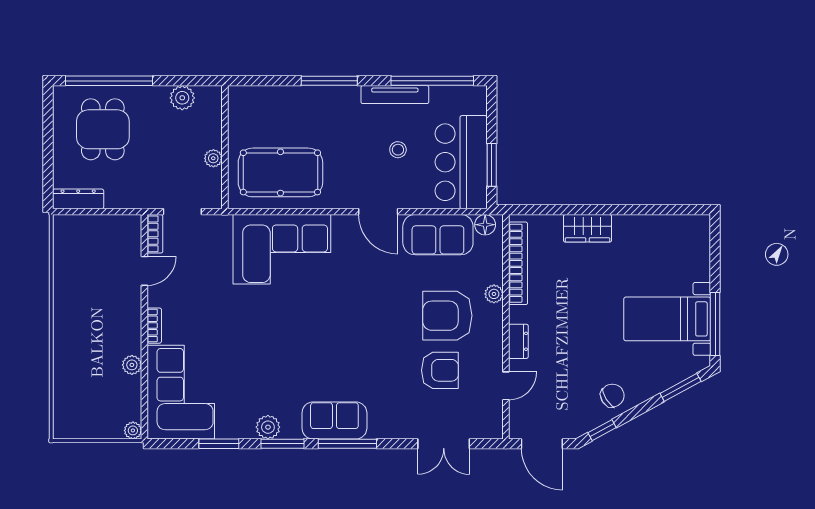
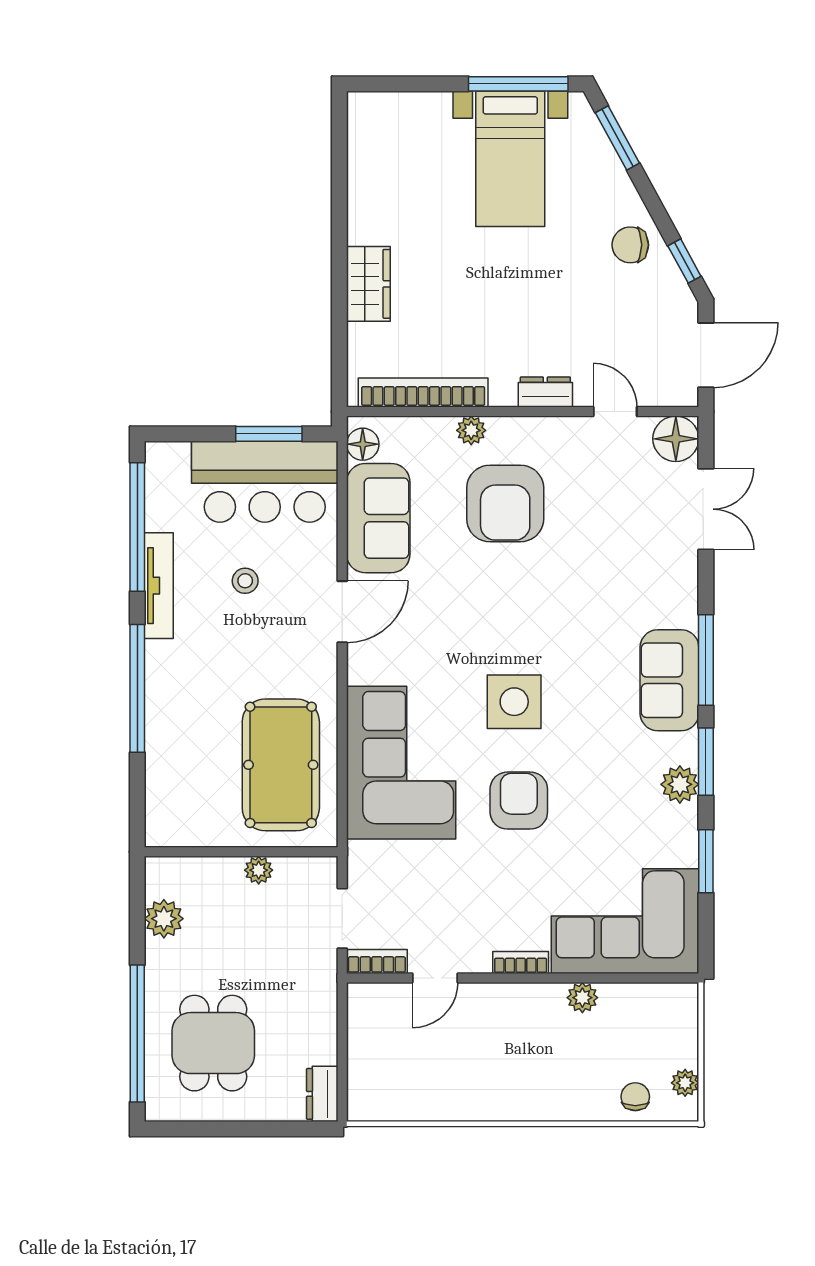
window: (329, 81) -> (137, 688), width x1.46
dining table: (103, 129) -> (213, 1043), turned 90
dresser: (78, 199) -> (322, 1094), width x0.70
door: (144, 271) -> (435, 978), swing flipped
side table: (321, 321) -> (514, 702), added
armchair: (440, 370) -> (519, 801), moved
chair: (612, 396) -> (630, 245), turned -58
chair: (69, 399) -> (635, 1097), added
floor lamp: (489, 425) -> (676, 439), added
plant: (133, 430) -> (685, 1083), moved

